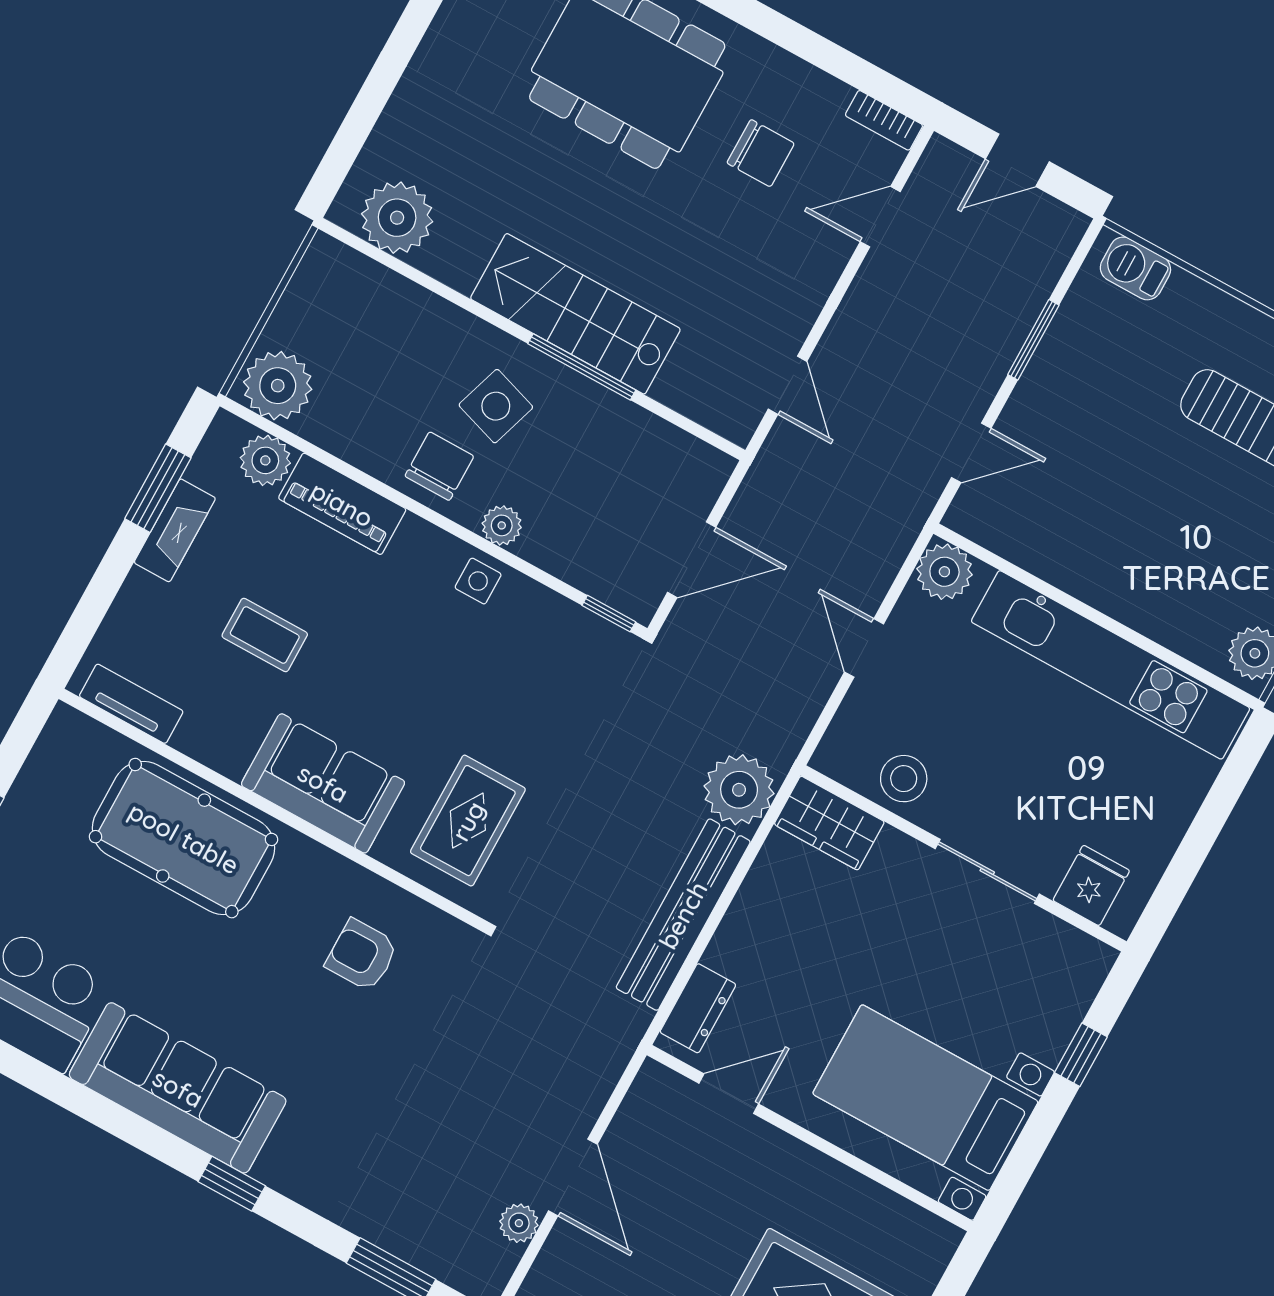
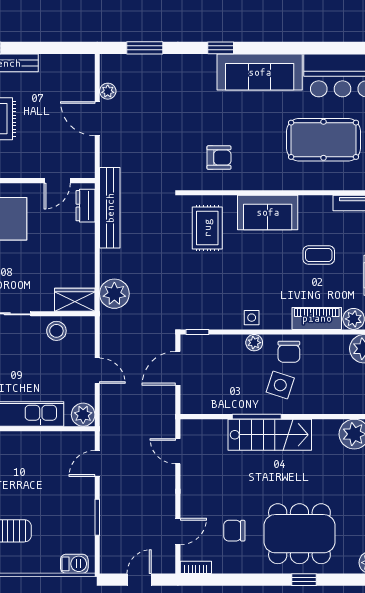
pool table: (184, 838) -> (324, 140), moved
bench: (683, 915) -> (110, 208), moved

